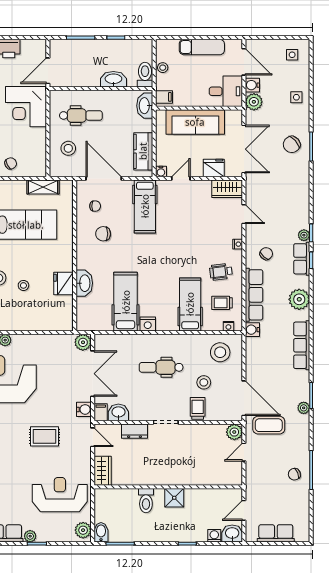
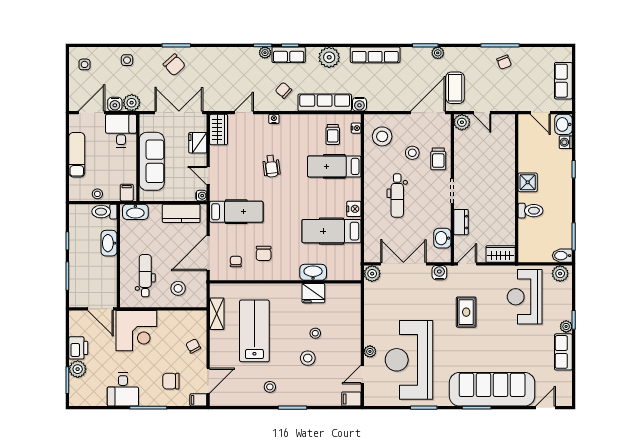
wheelchair: (221, 272) -> (271, 166), moved
trolley: (198, 408) -> (438, 159), turned -90
filing cabinet: (101, 412) -> (442, 256), removed

